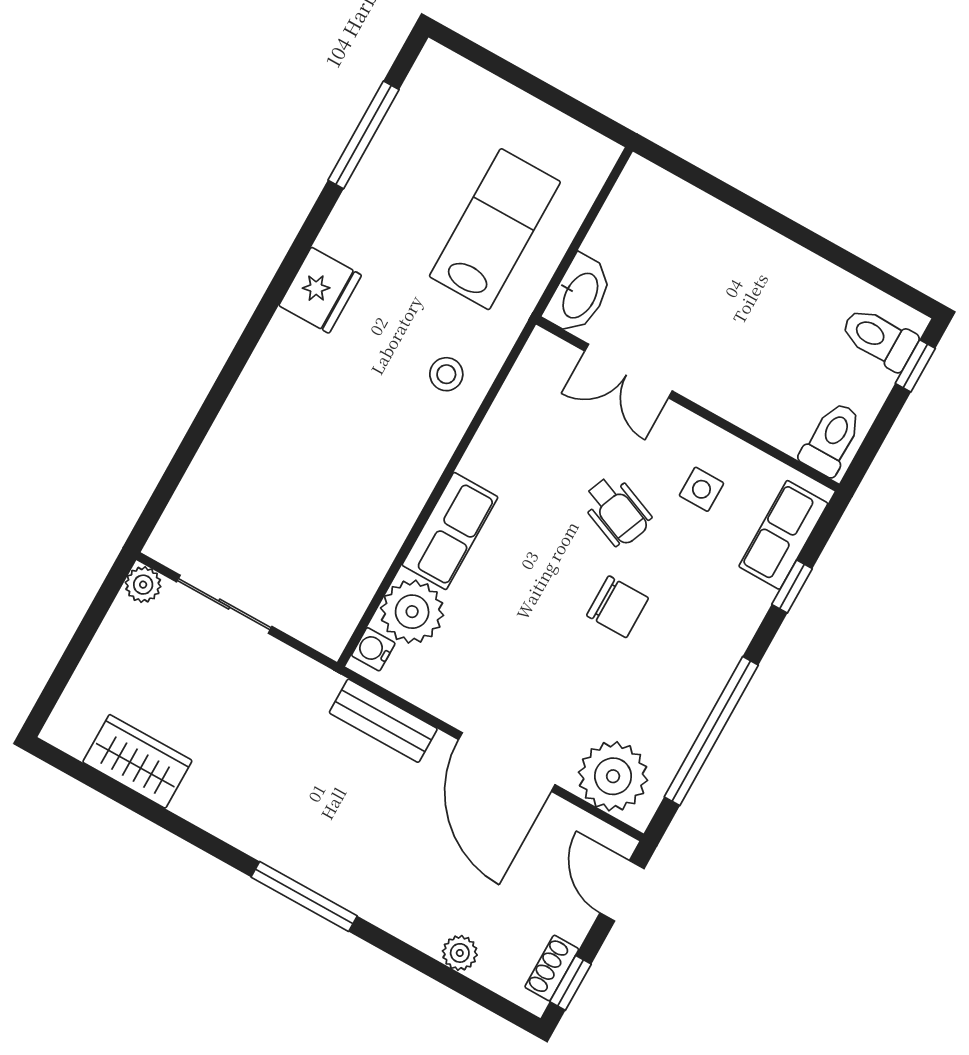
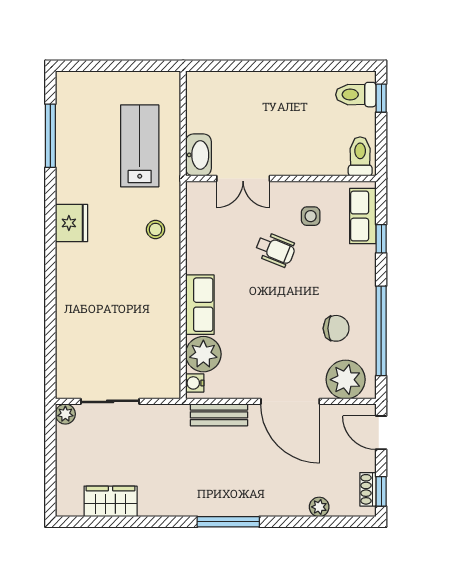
chair: (618, 607) -> (336, 328), moved

